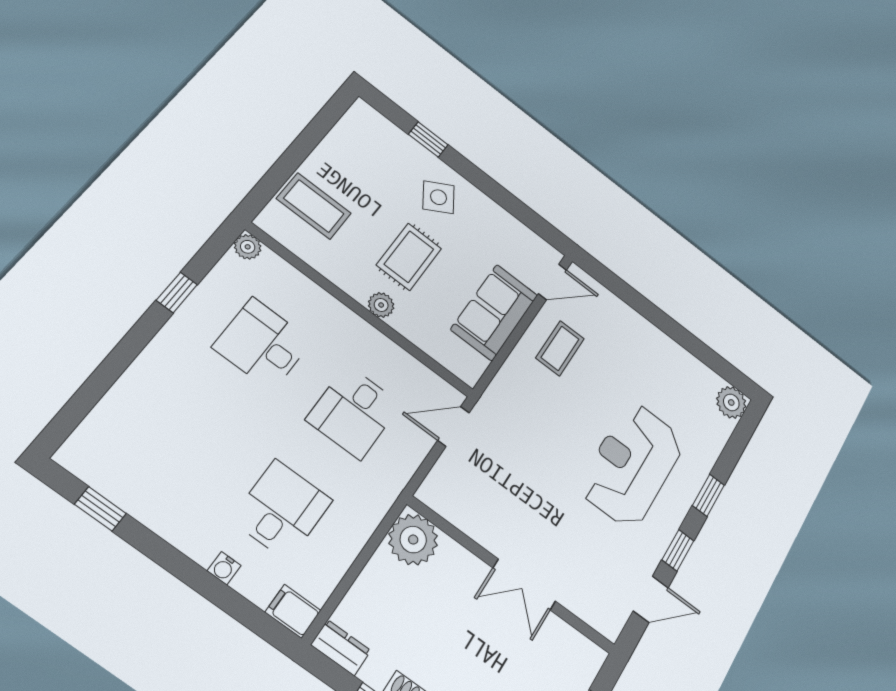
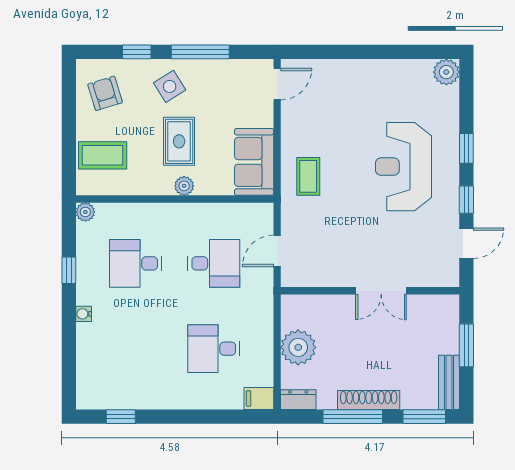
armchair: (364, 150) -> (105, 93), added
window: (494, 191) -> (200, 52), added
sofa: (495, 312) -> (254, 162), moved
coffee table: (560, 348) -> (308, 176), moved
desk: (354, 412) -> (214, 263), turned -90
door: (453, 427) -> (277, 251), moved
desk: (282, 510) -> (214, 349), turned -90
plant: (413, 540) -> (298, 347), moved
water cooler: (224, 568) -> (84, 314), moved, turned 90

